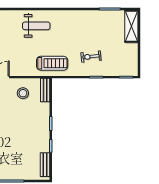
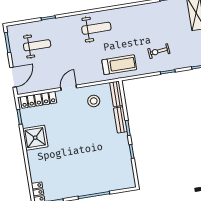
bench: (45, 165) -> (120, 120), moved

